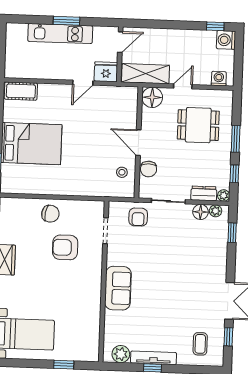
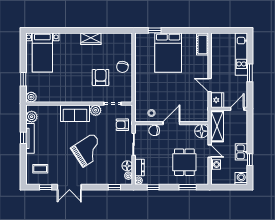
window: (215, 26) -> (250, 160), moved
kitchen unit: (60, 34) -> (241, 54), moved
kitchen sink: (186, 38) -> (241, 152), added
door: (120, 42) -> (237, 109), swing flipped
washing machine: (219, 79) -> (216, 165), moved
window: (236, 139) -> (188, 187), moved
plant: (115, 257) -> (96, 110), added
grand piano: (175, 270) -> (88, 150), added
plant: (91, 354) -> (31, 97), added

